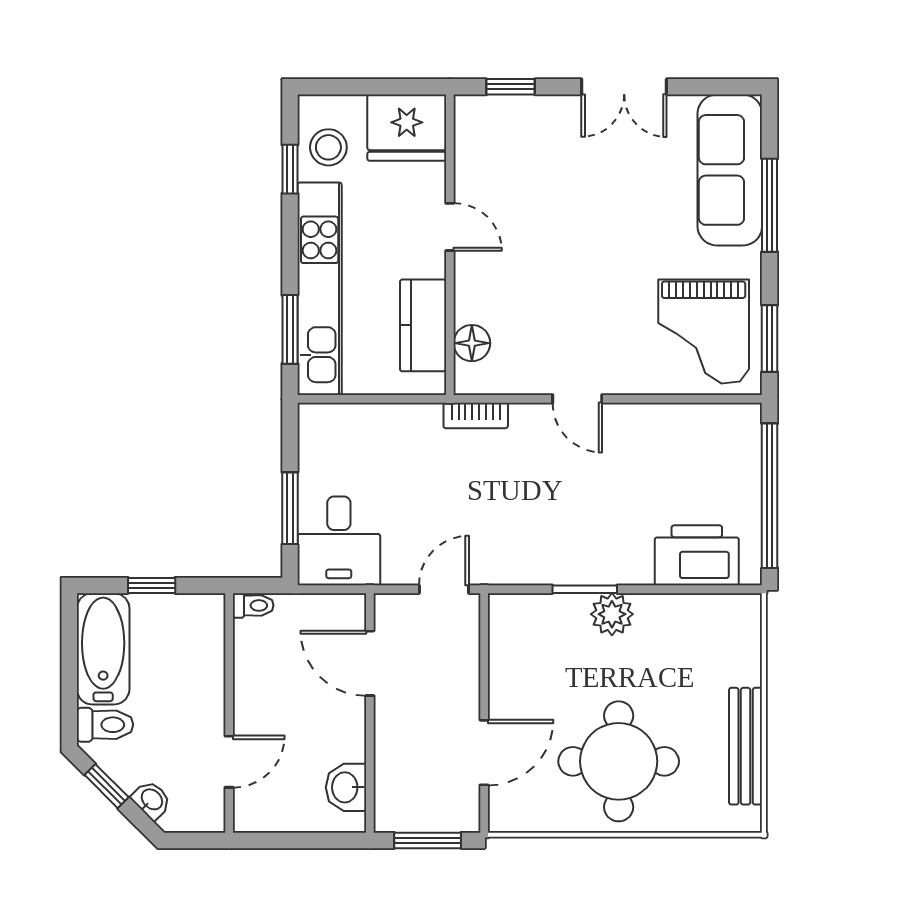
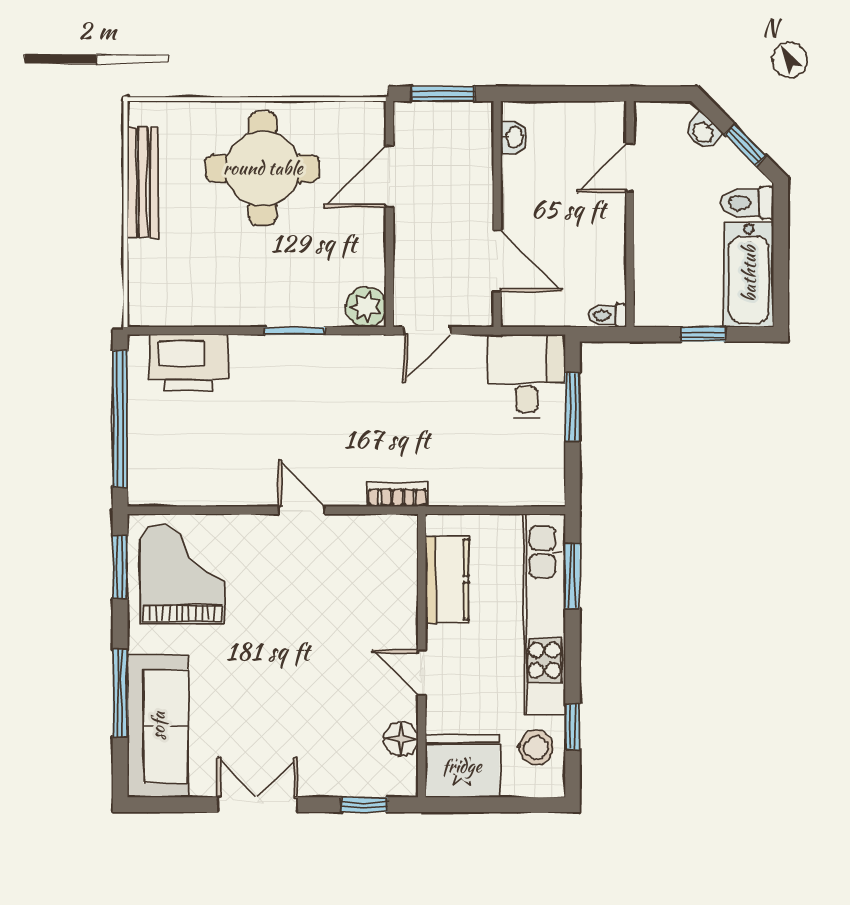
floor lamp: (472, 343) -> (401, 739), moved
plant: (612, 614) -> (366, 307), moved
washbasin: (346, 787) -> (514, 138), width x0.72, depth x0.69

